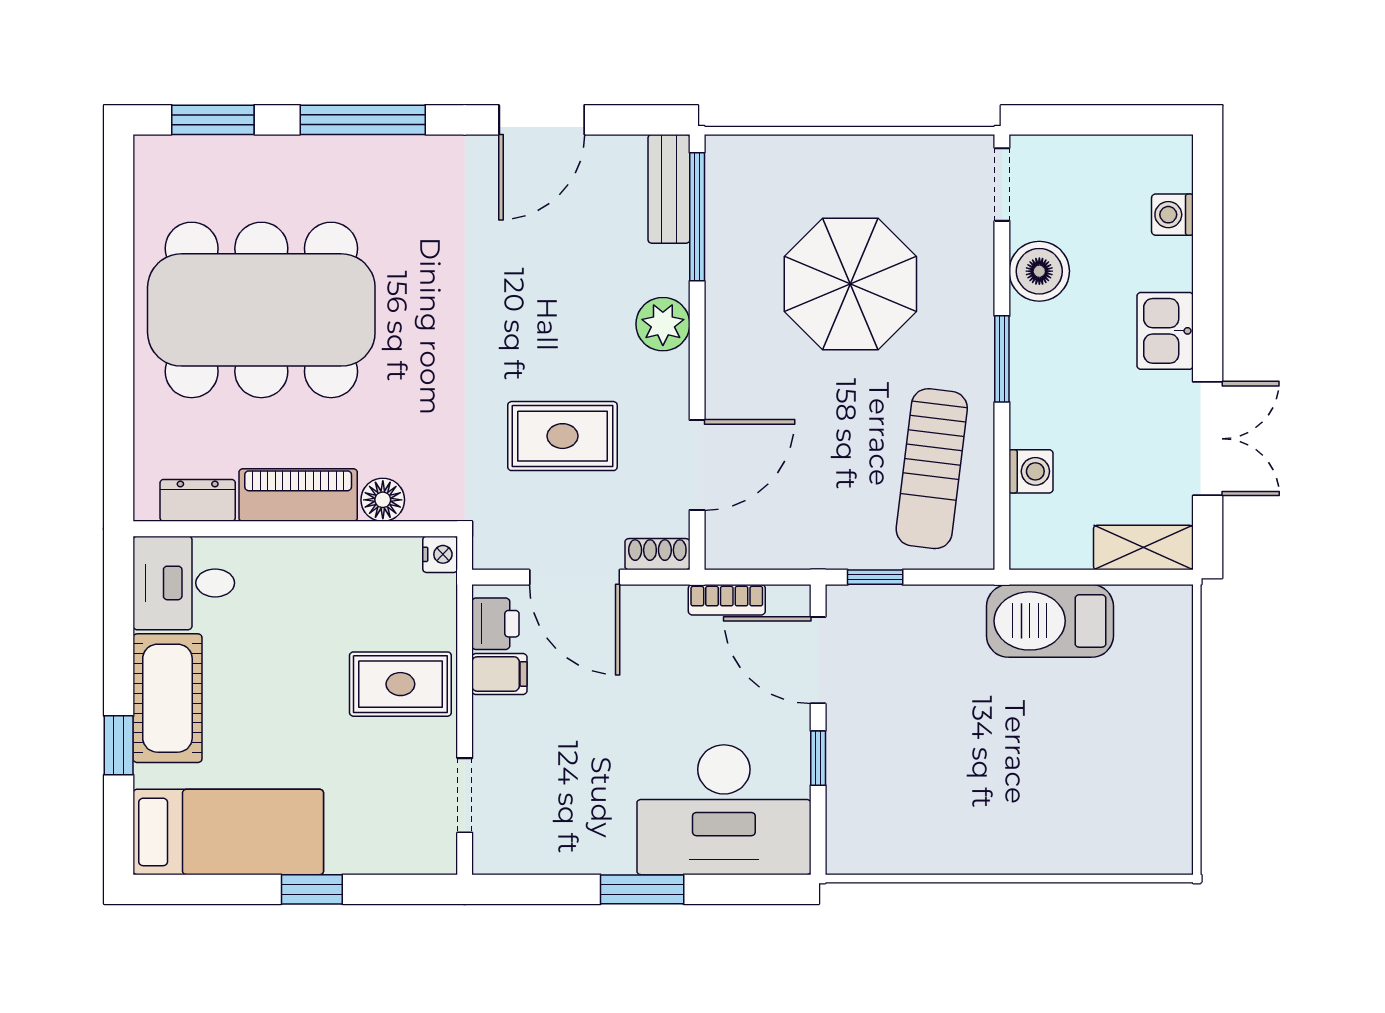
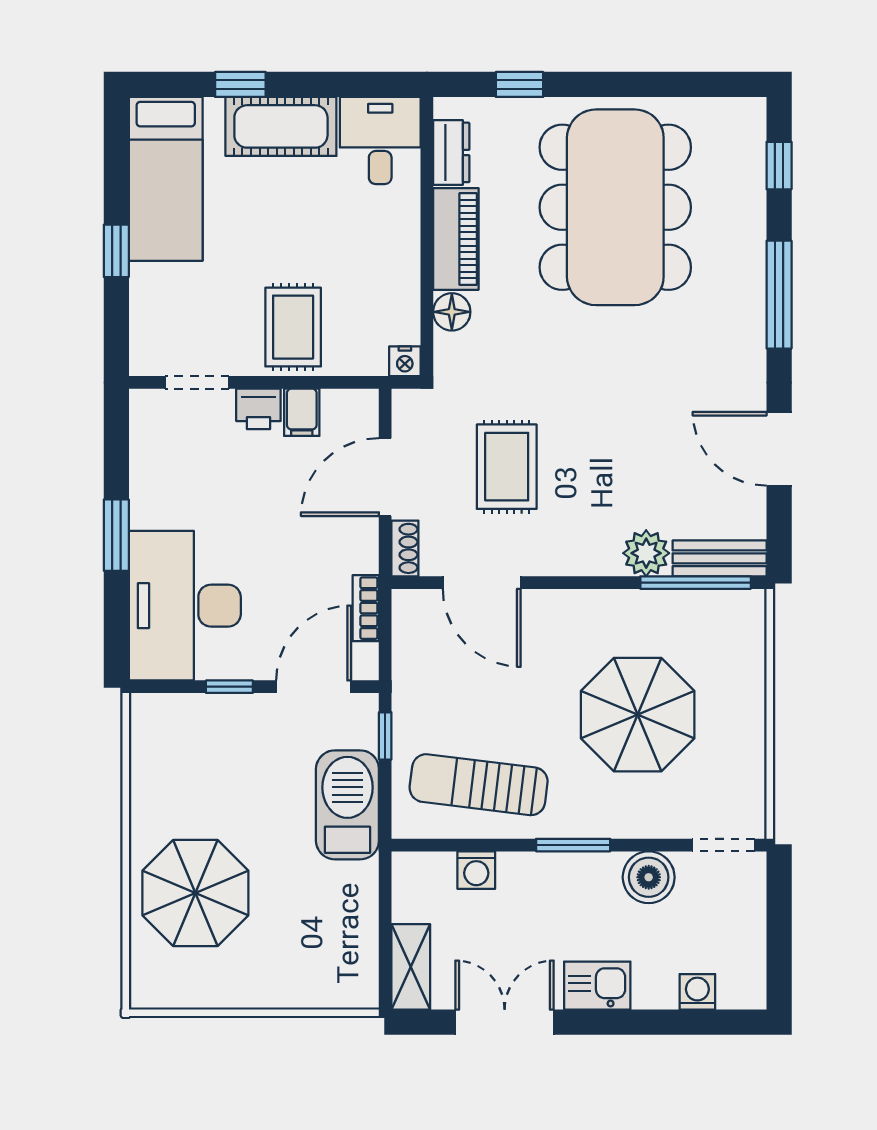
window: (213, 120) -> (779, 166), width x0.67
plant: (663, 324) -> (646, 553), moved
window: (119, 421) -> (519, 84), added
double door: (1208, 439) -> (505, 1022), swing flipped
barbecue: (1050, 621) -> (347, 805), moved
printer: (495, 624) -> (258, 409), moved
parasol: (1058, 798) -> (195, 893), added

